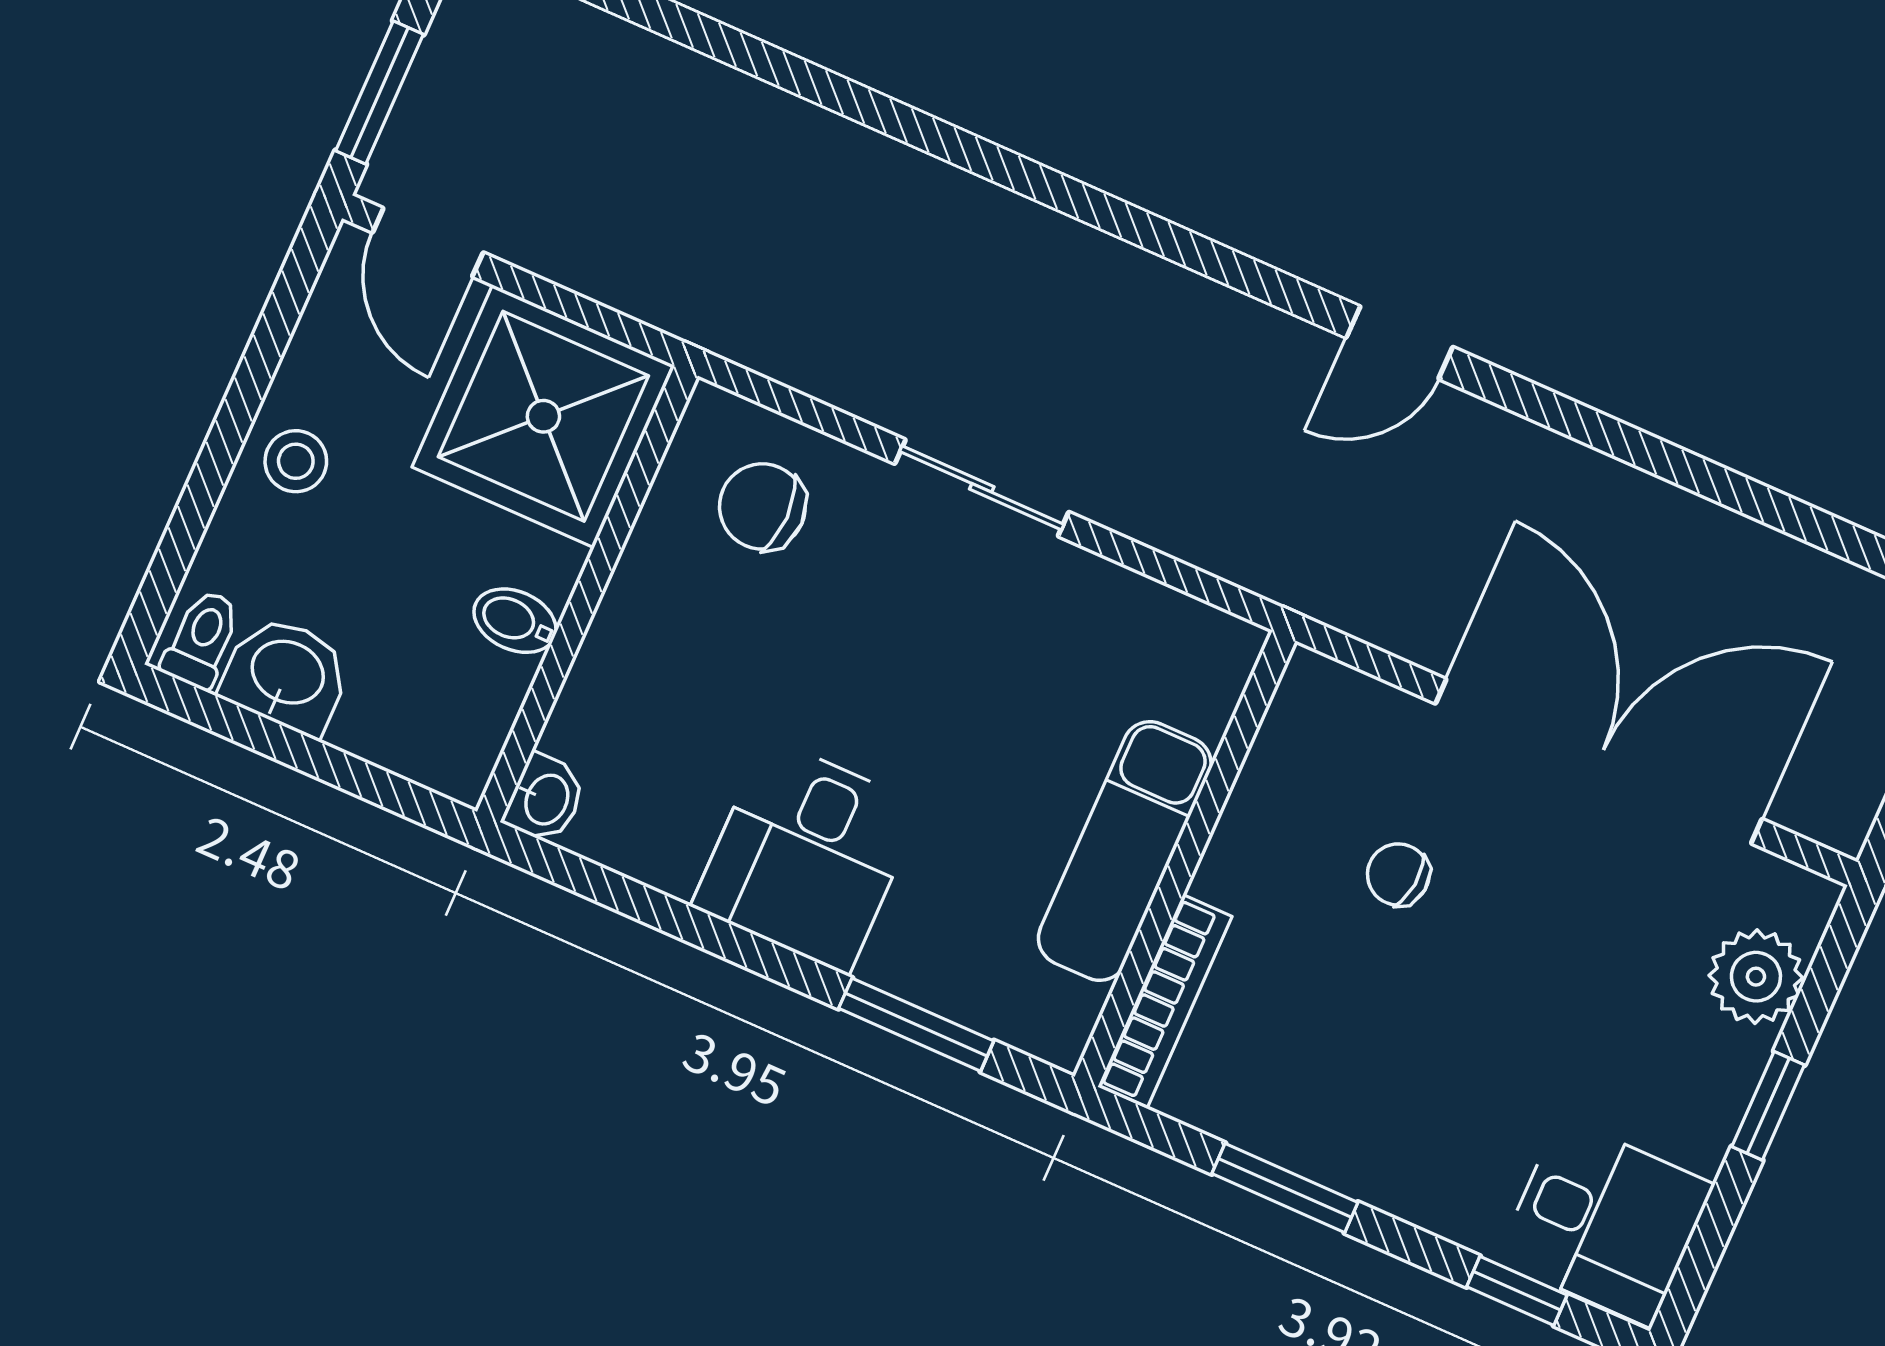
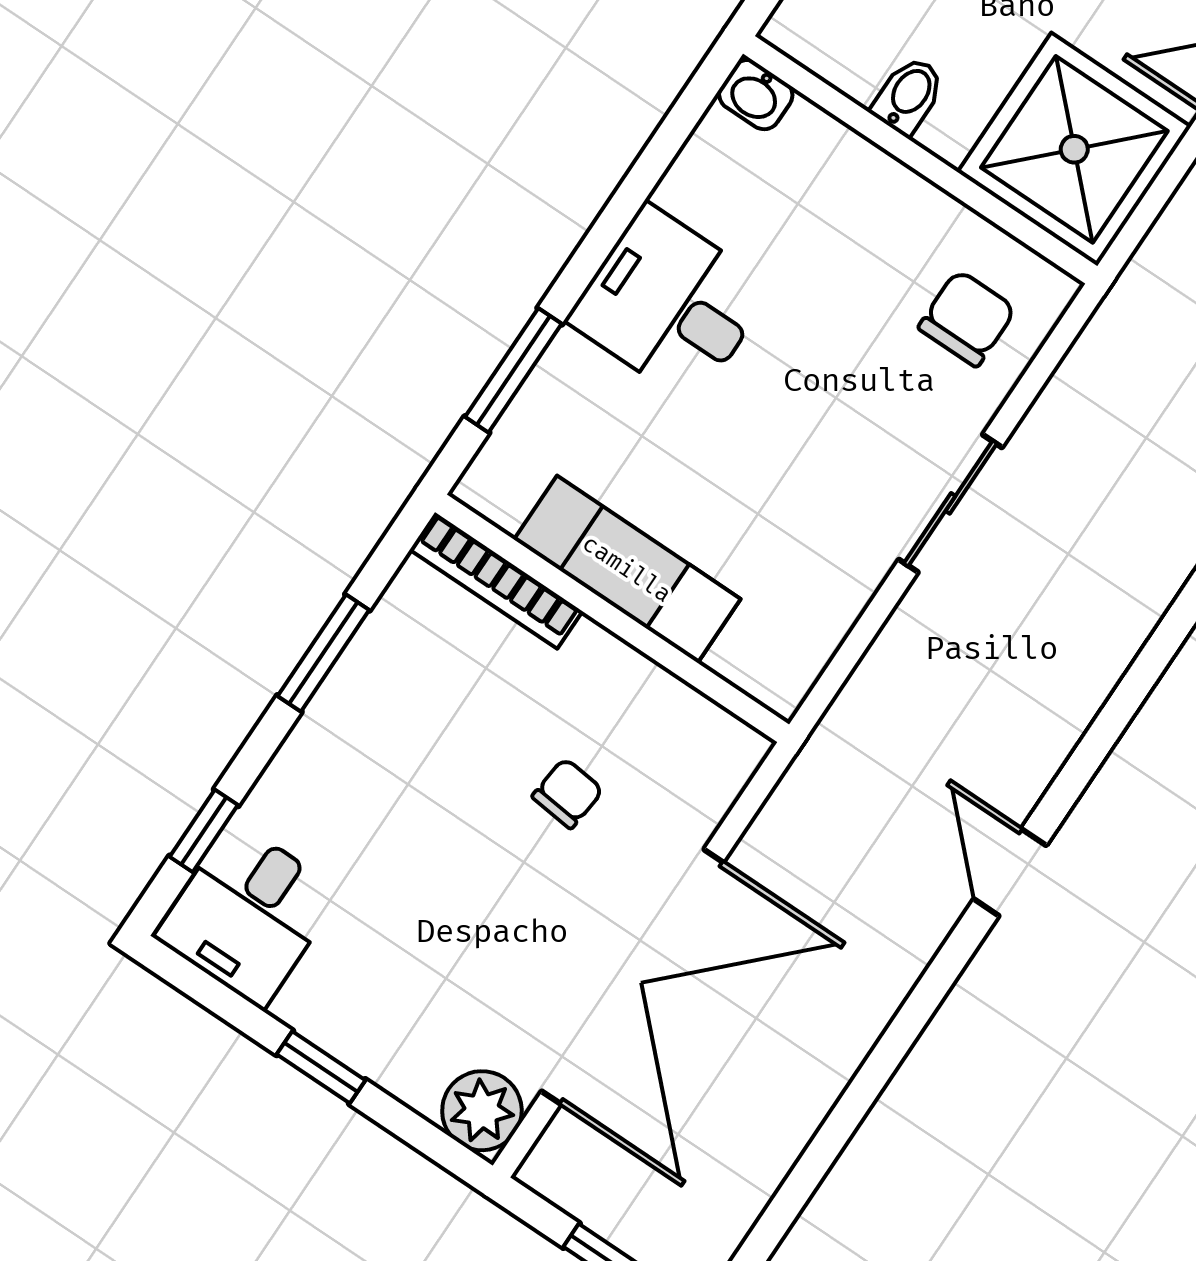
plant: (1756, 977) -> (482, 1111), moved

